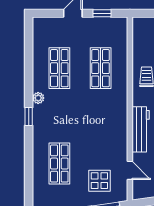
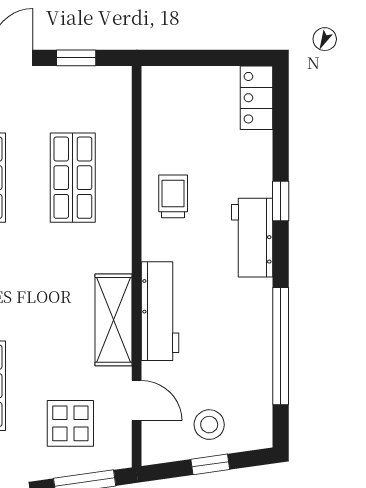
shelving: (119, 133) -> (113, 320), added

